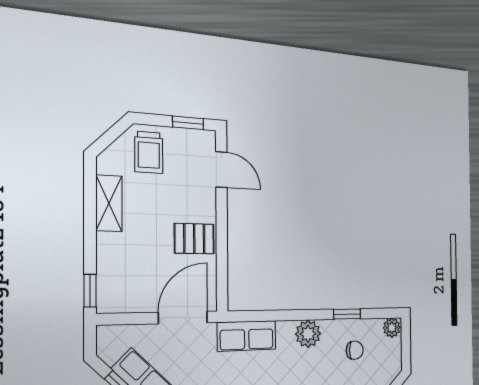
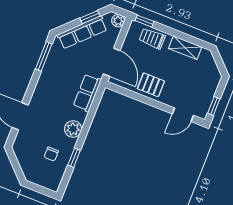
trolley: (149, 152) -> (152, 38), moved
pallet: (194, 239) -> (151, 85), turned 90
plant: (392, 328) -> (118, 21), moved

